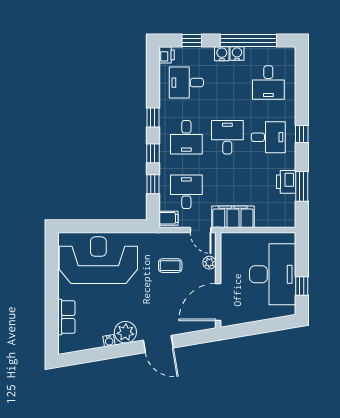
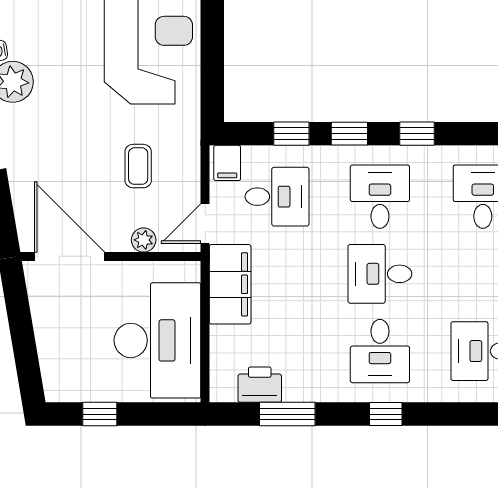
desk: (186, 137) -> (380, 197), turned 90
desk: (227, 137) -> (380, 274), turned 180
printer: (286, 182) -> (260, 385), moved
desk: (273, 274) -> (157, 340), moved, turned -90

